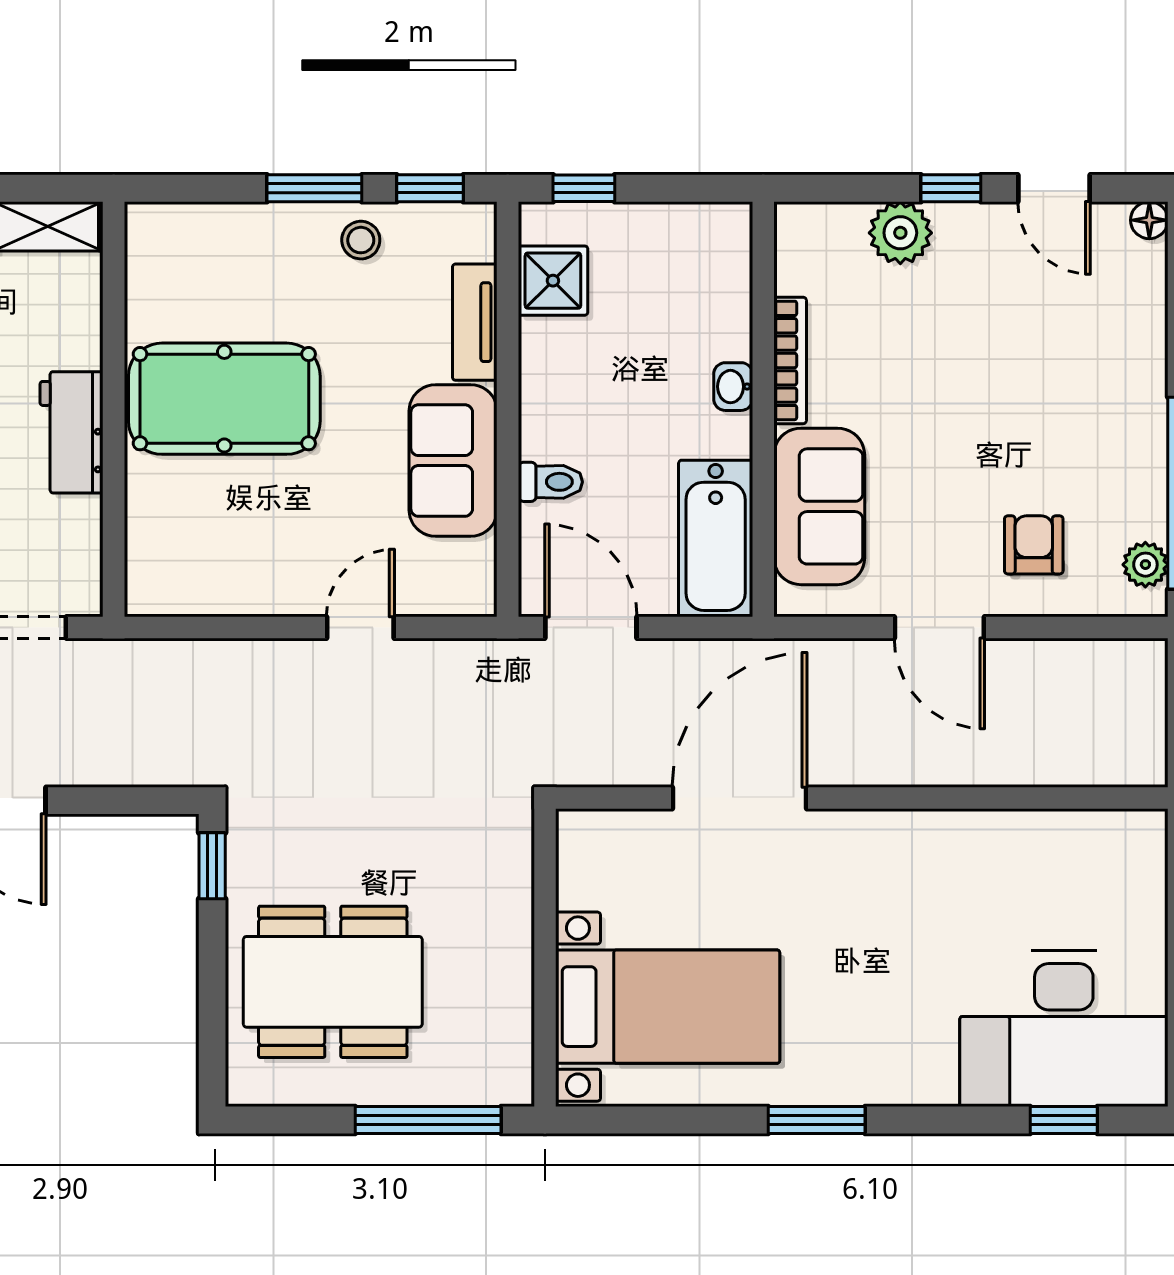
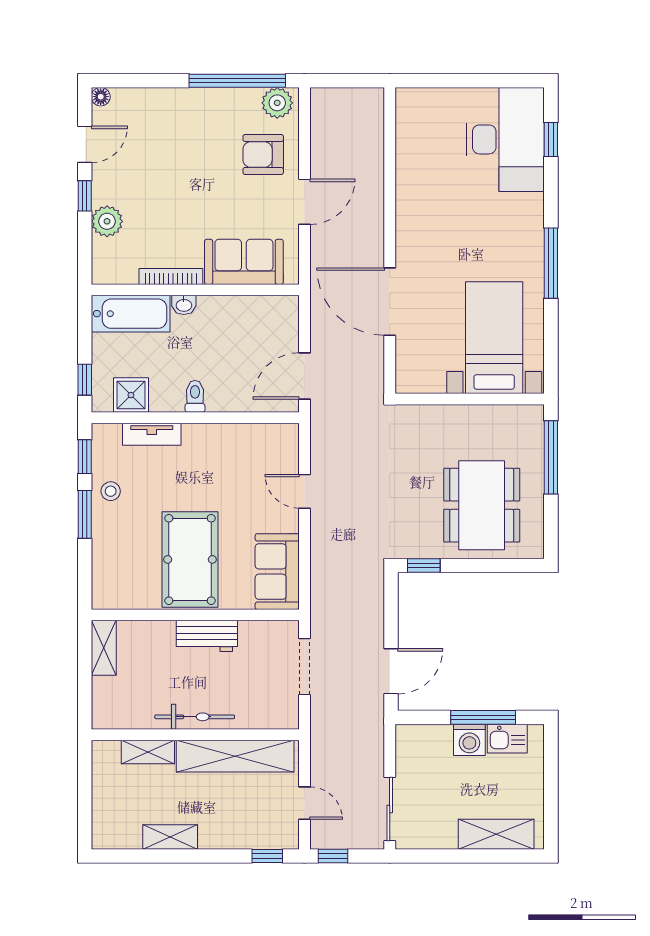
sofa: (453, 461) -> (277, 572), moved, turned 90
toilet: (550, 482) -> (195, 396), moved
bathtub: (716, 538) -> (131, 314), moved
armchair: (1034, 545) -> (263, 155), width x1.38, depth x1.38
plant: (1145, 565) -> (277, 103), width x1.38, depth x1.38
window: (817, 1120) -> (551, 263), width x1.44

